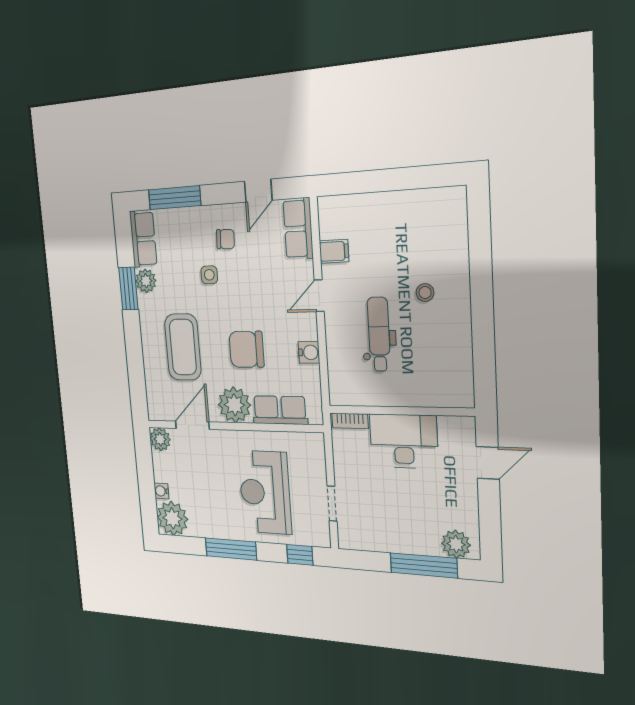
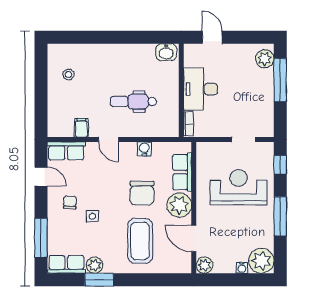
stool: (425, 293) -> (68, 75), moved
coffee table: (183, 347) -> (140, 241), turned 90
washbasin: (460, 387) -> (166, 52), added
reception desk: (265, 492) -> (238, 187), turned 180

